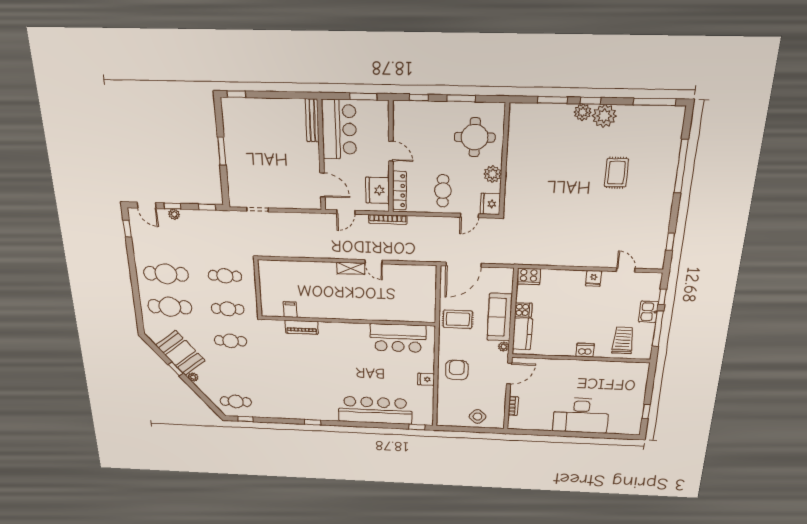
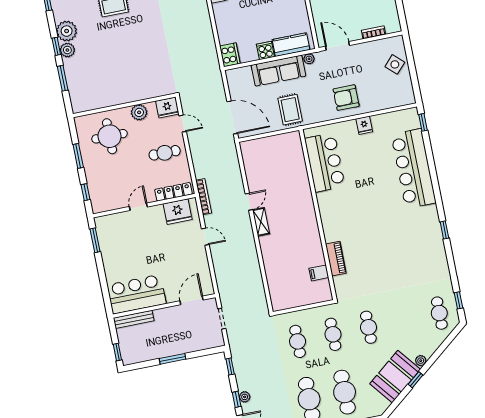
bench: (312, 120) -> (134, 319), moved
bar counter: (339, 129) -> (137, 294), moved
wall: (321, 156) -> (164, 306), moved
door: (322, 185) -> (192, 300), moved

